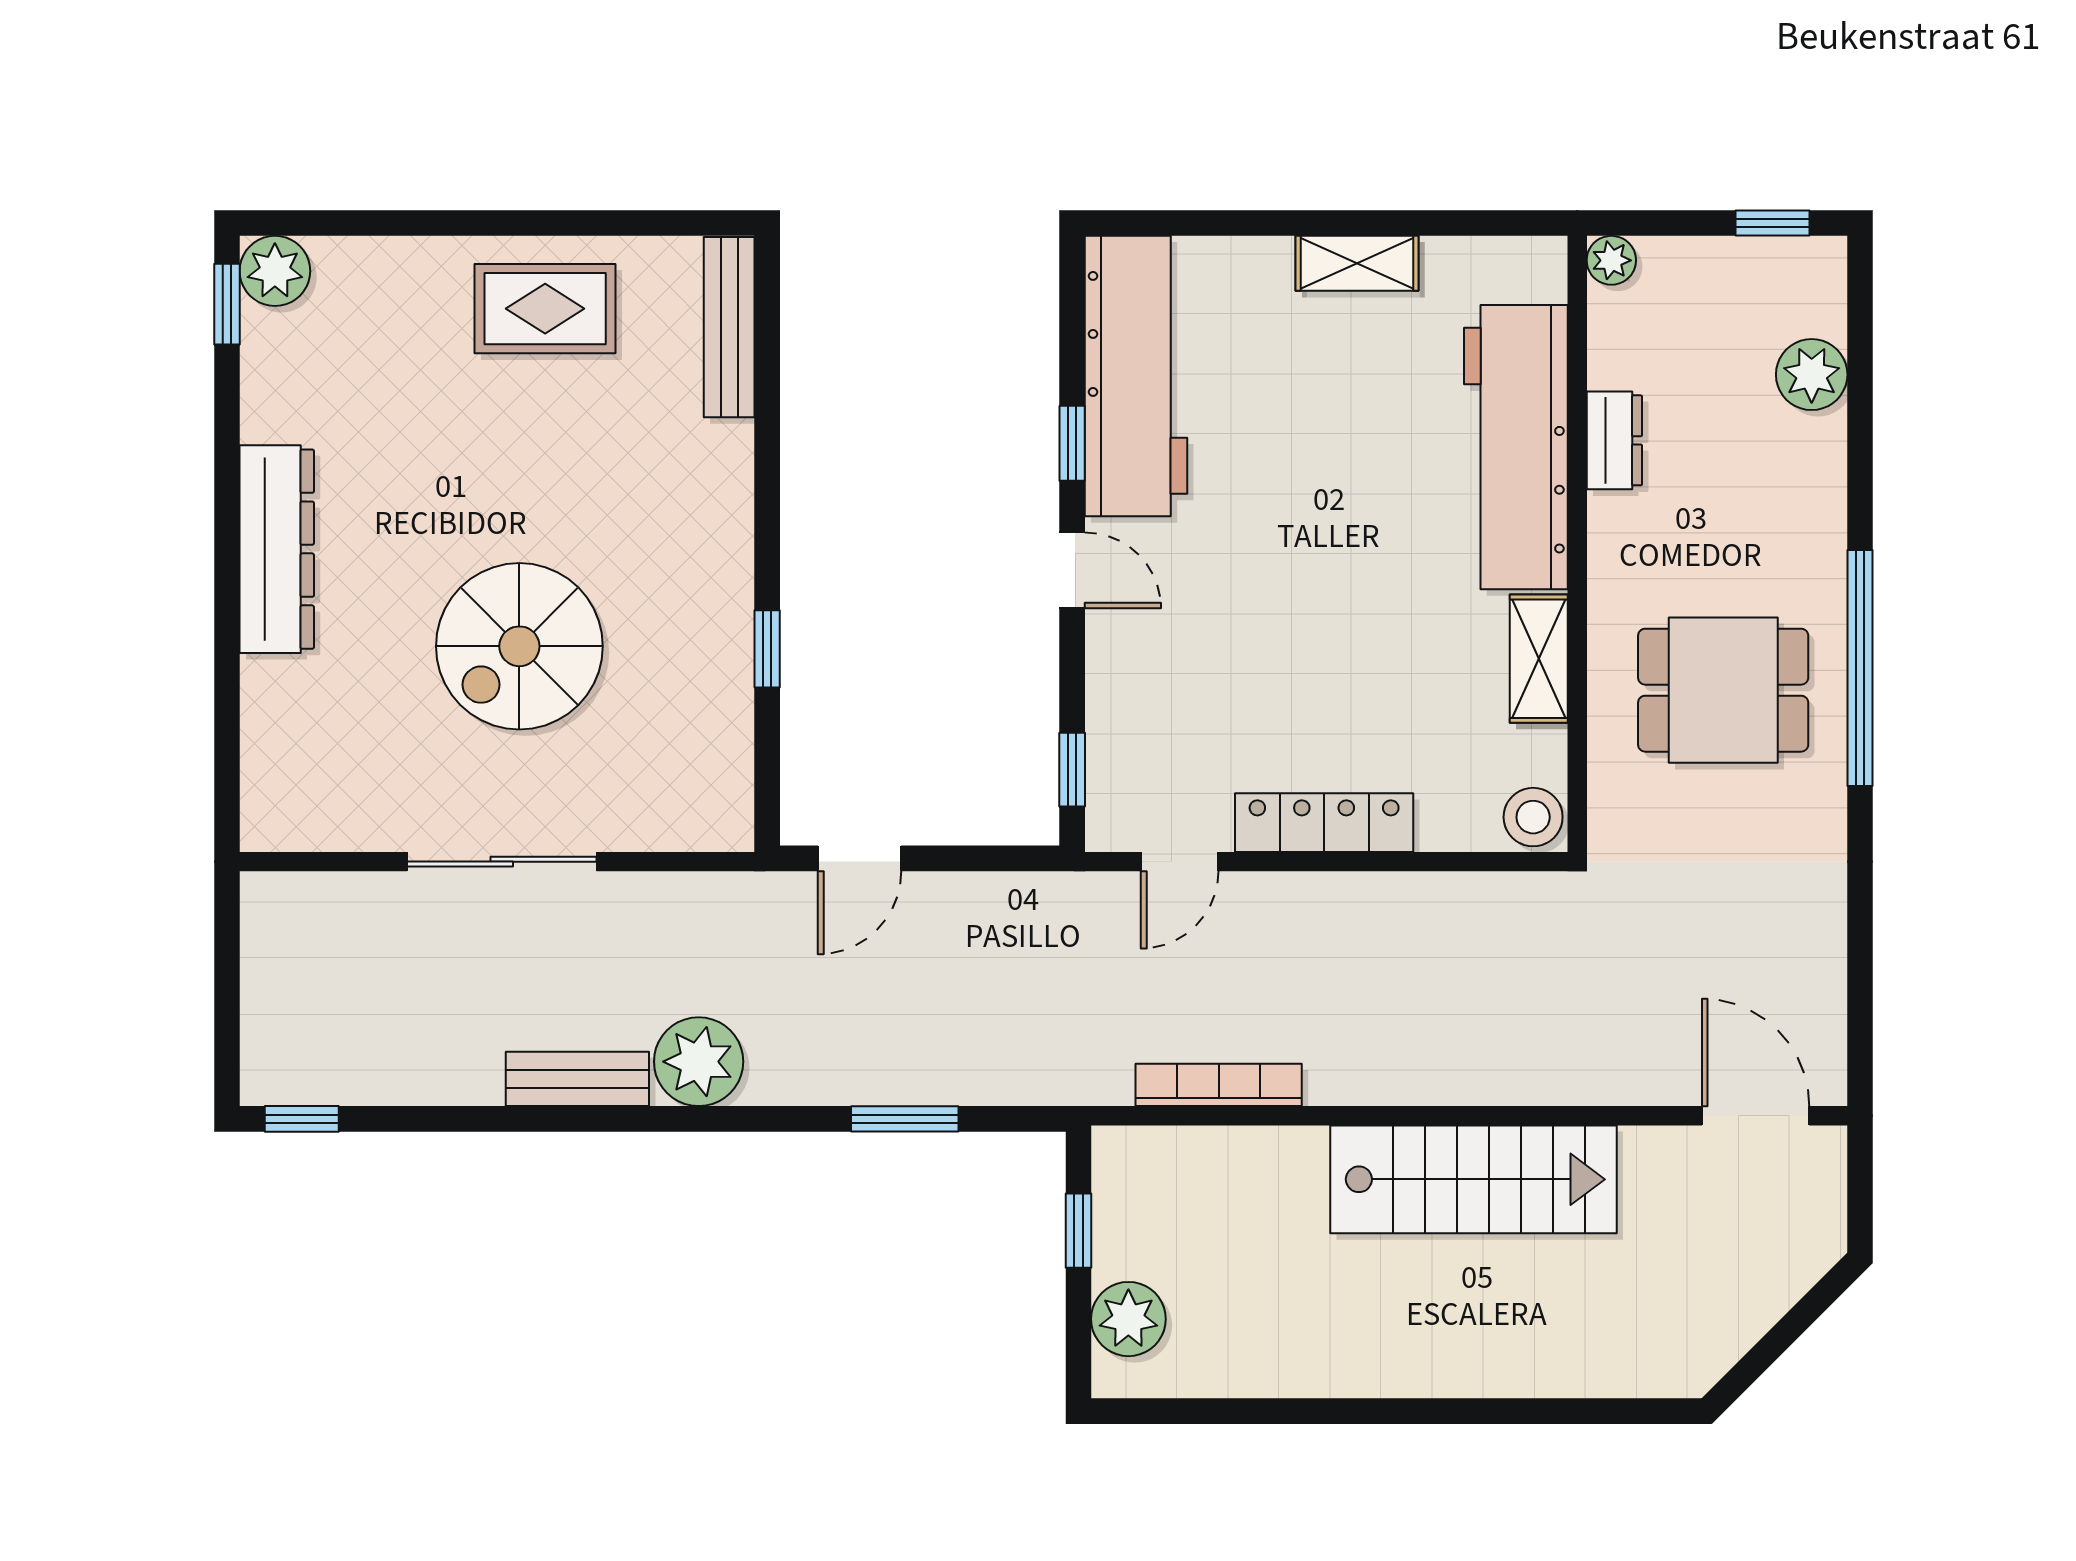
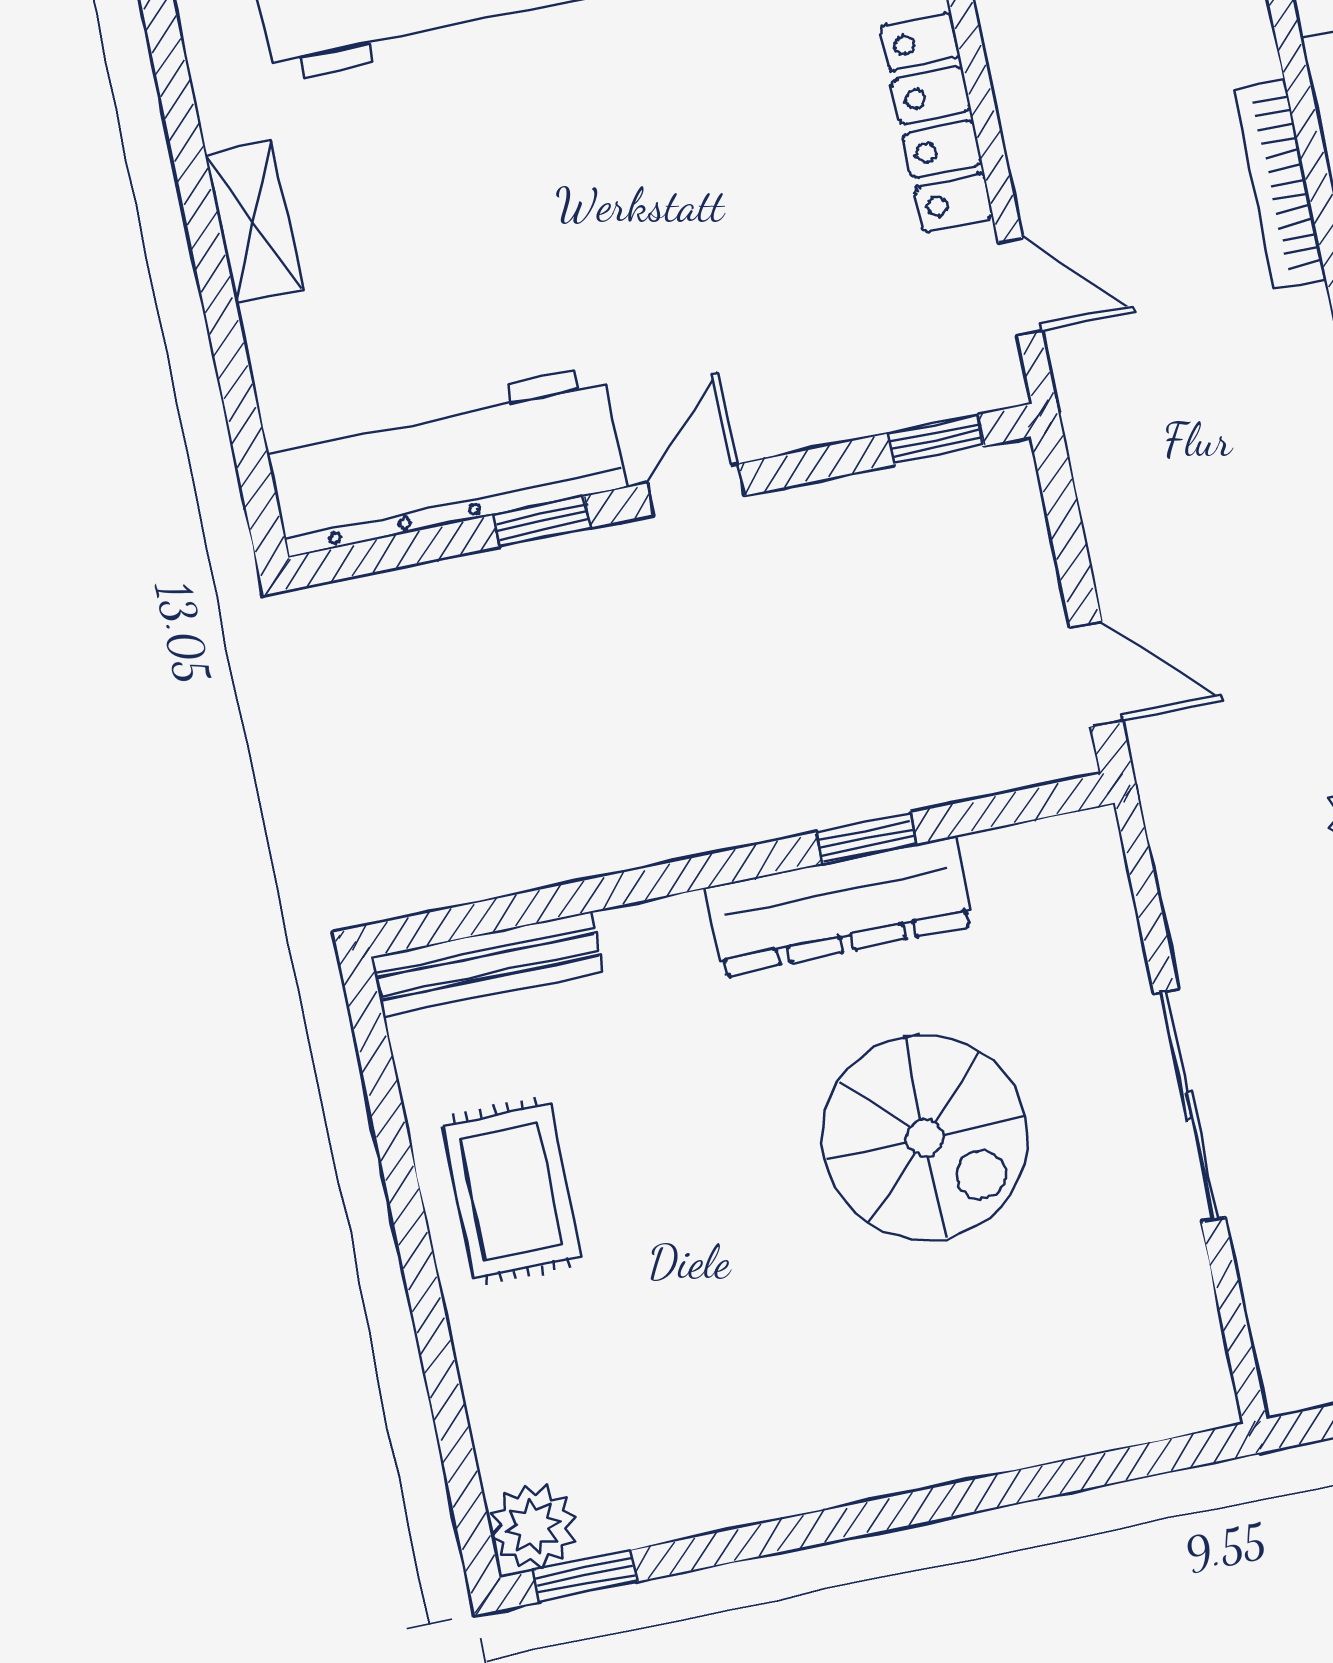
dresser: (277, 549) -> (839, 906), moved, turned 180

